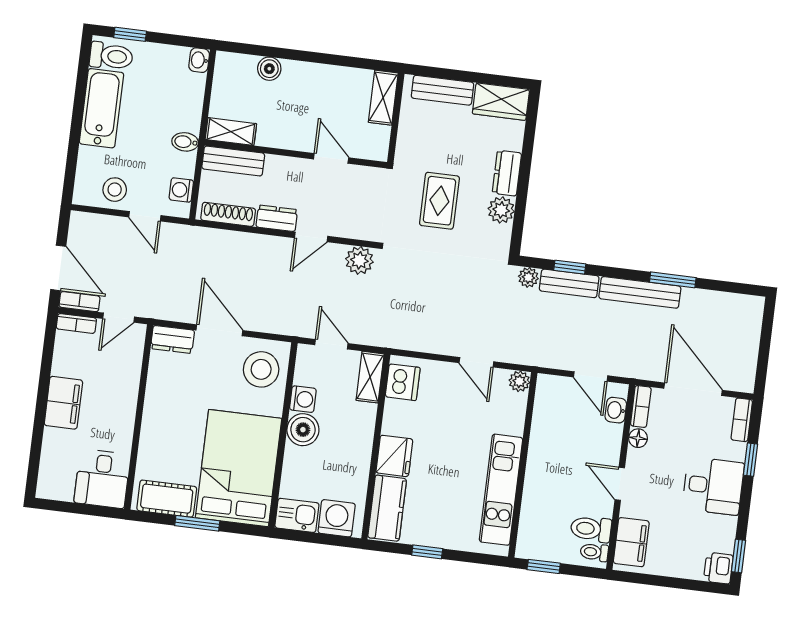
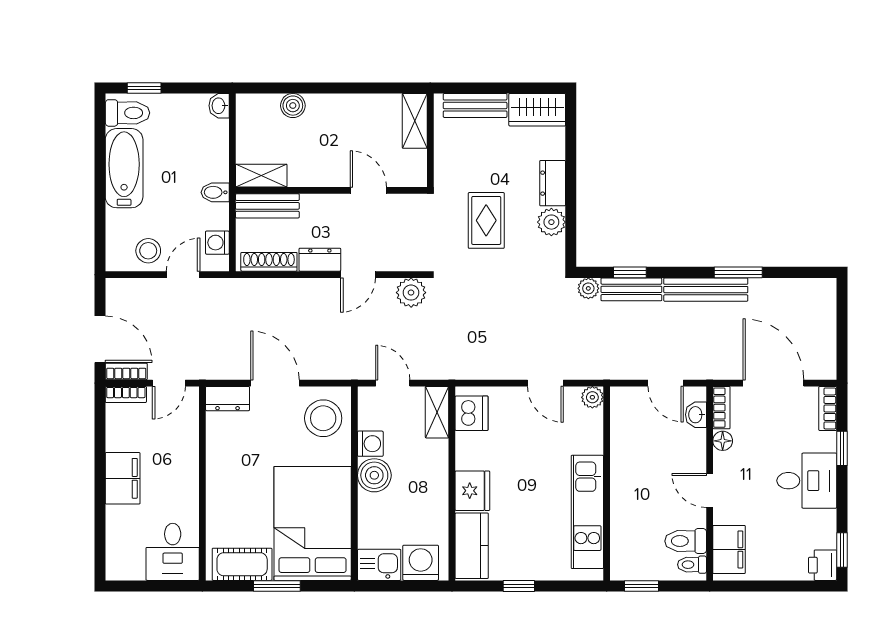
door: (145, 216) -> (183, 275), swing flipped

